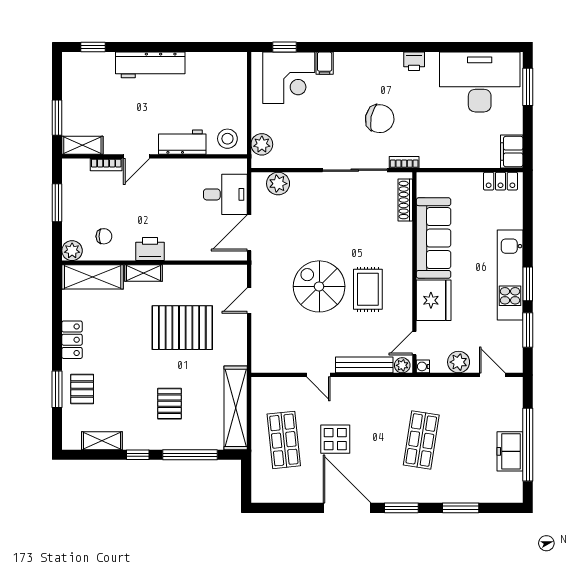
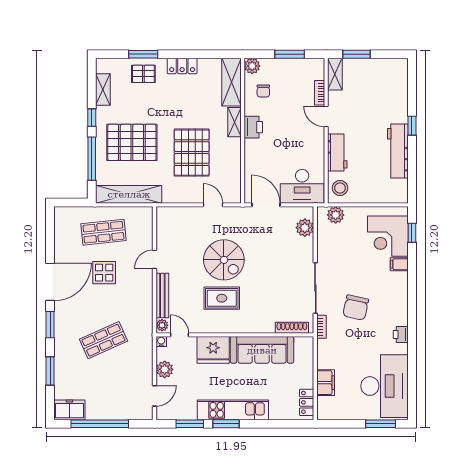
window: (93, 47) -> (412, 126), moved
workbench: (150, 65) -> (398, 151), moved
filing cabinet: (512, 152) -> (326, 383), moved, turned 90
desk: (225, 194) -> (302, 186), width x1.37
spiral stairs: (319, 286) -> (224, 260), turned 90
pallet: (169, 404) -> (132, 142), width x2.05, depth x2.00
shop shelf: (421, 440) -> (103, 340), turned -33
freezer: (510, 451) -> (69, 410), moved

